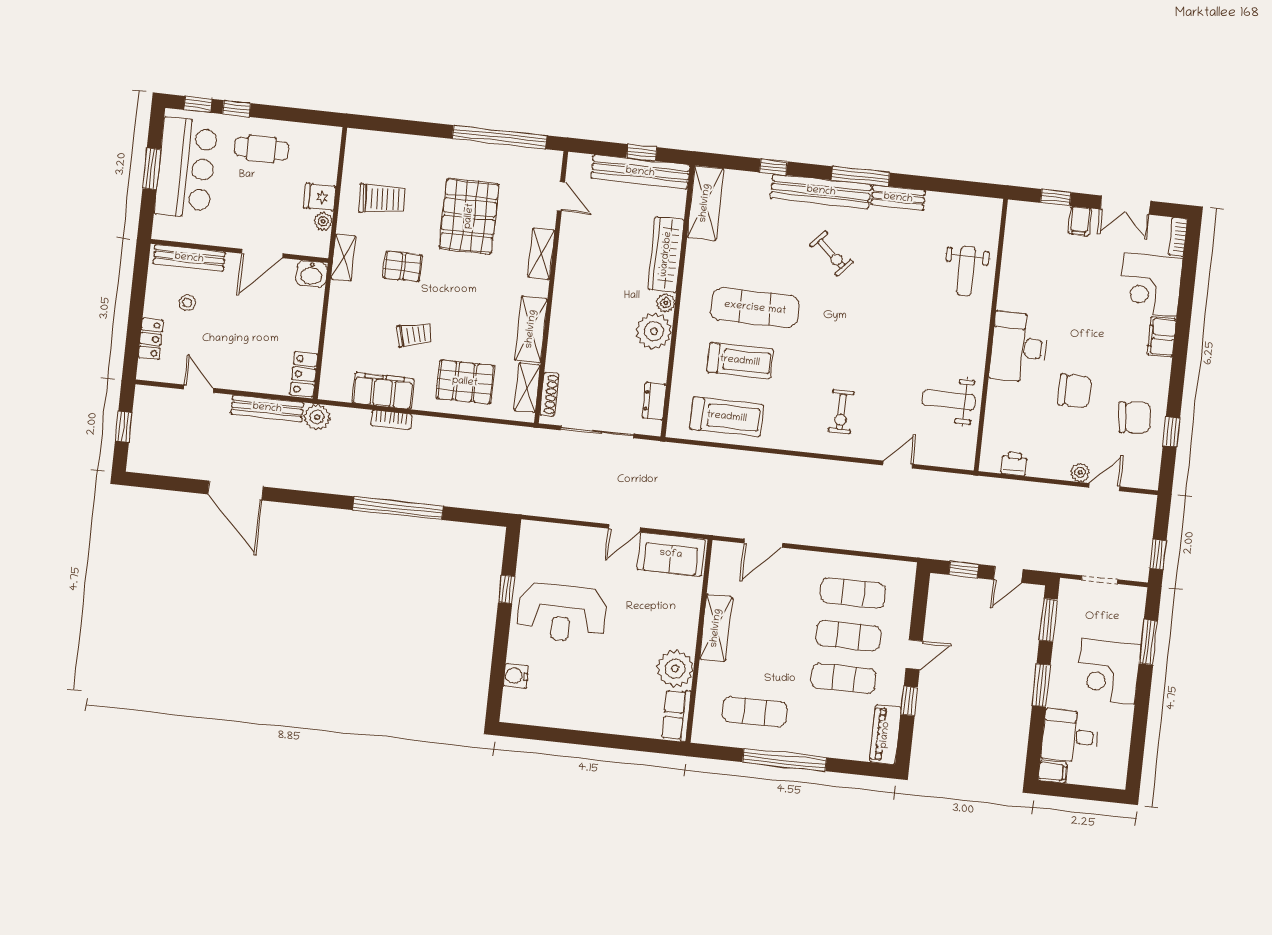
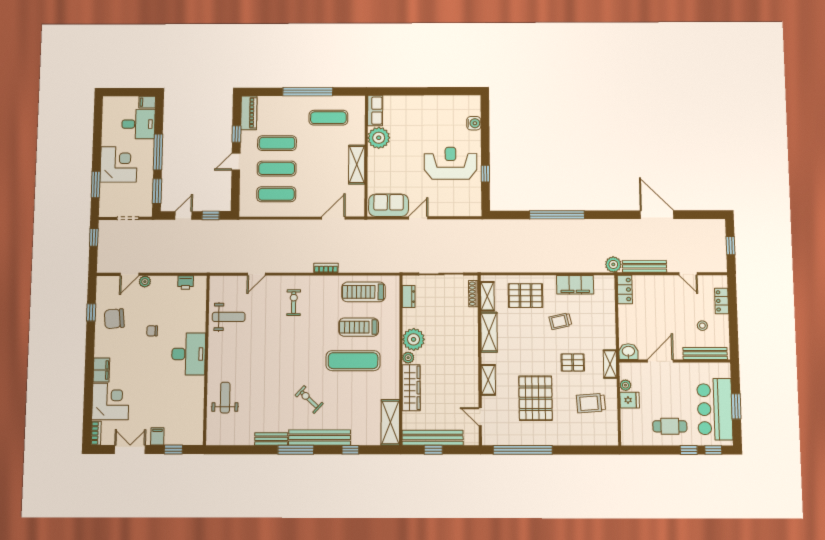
chair: (1075, 391) -> (152, 331), width x0.54, depth x0.54
bookcase: (391, 420) -> (326, 268), moved
window: (1041, 685) -> (158, 152), width x1.44

